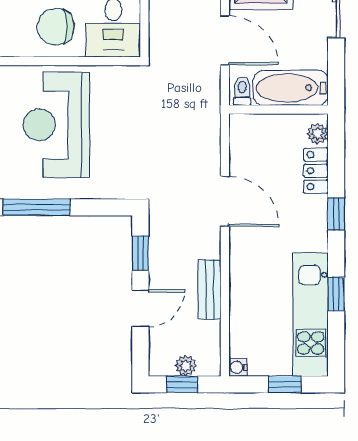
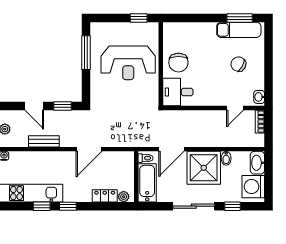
chair: (56, 27) -> (178, 63), turned 180
reception desk: (56, 125) -> (128, 63), turned 180
window: (336, 214) -> (68, 206), moved

